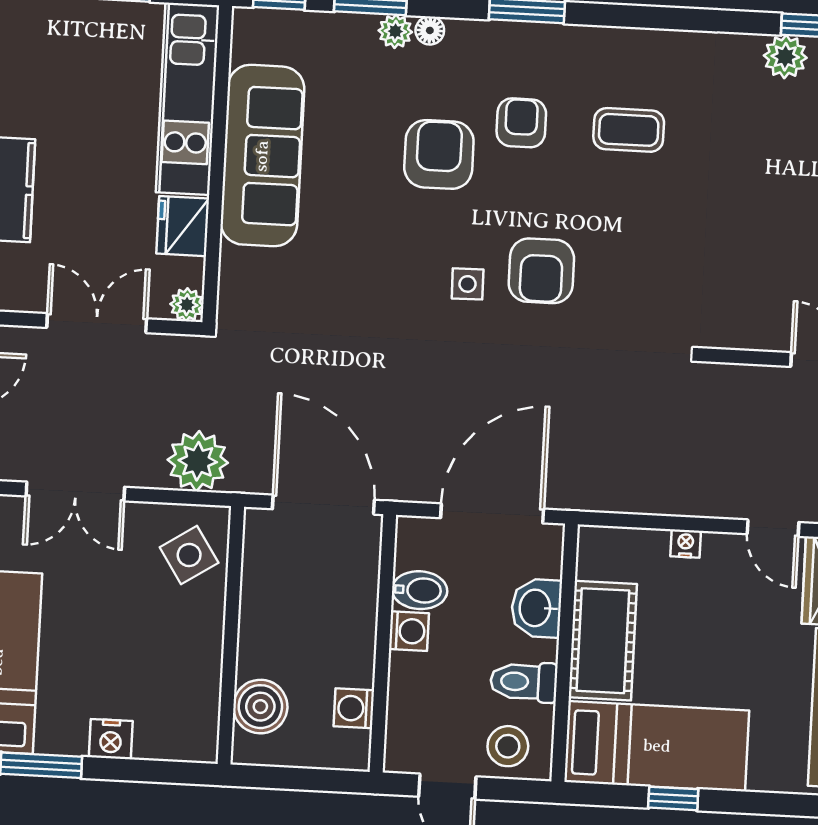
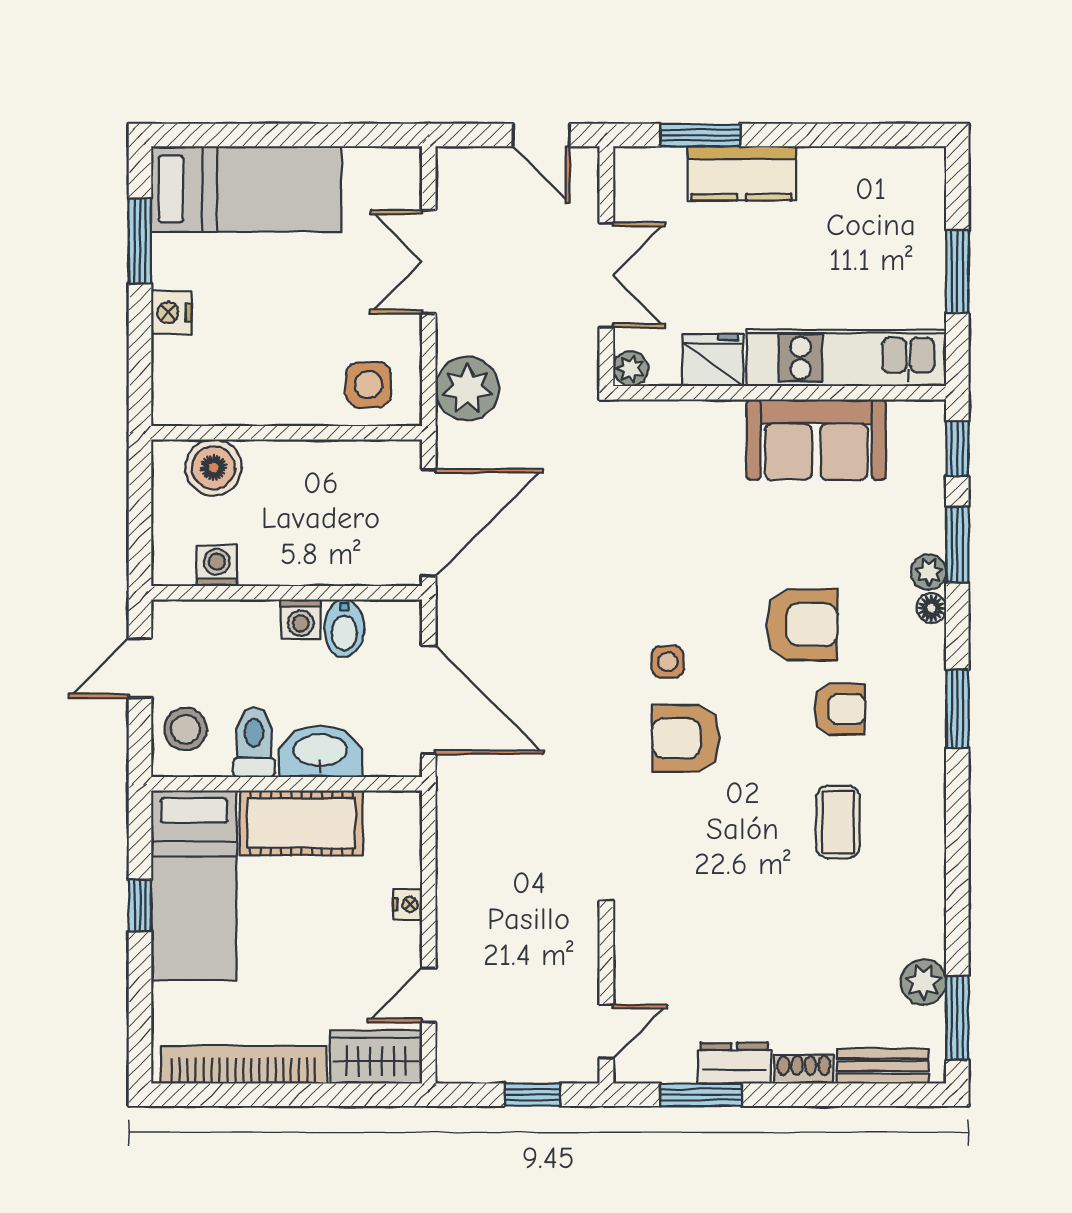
sofa: (262, 156) -> (816, 440), width x0.73
side table: (189, 555) -> (368, 385), turned 33
washbasin: (536, 608) -> (320, 752), width x1.38

